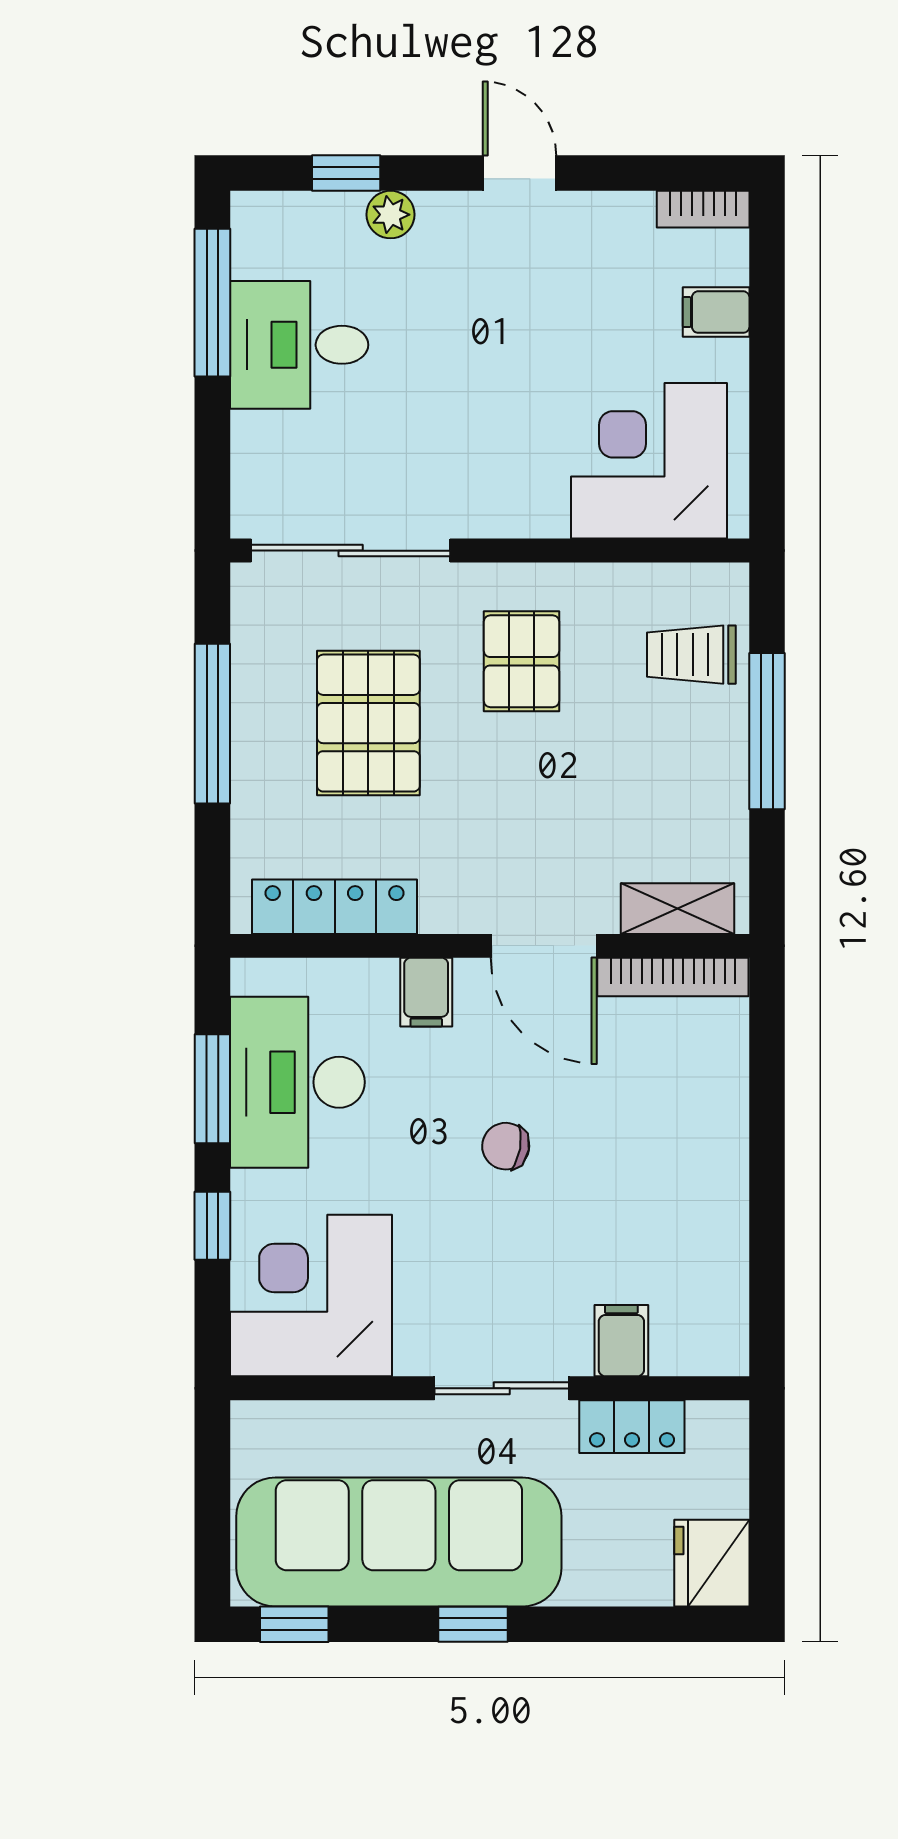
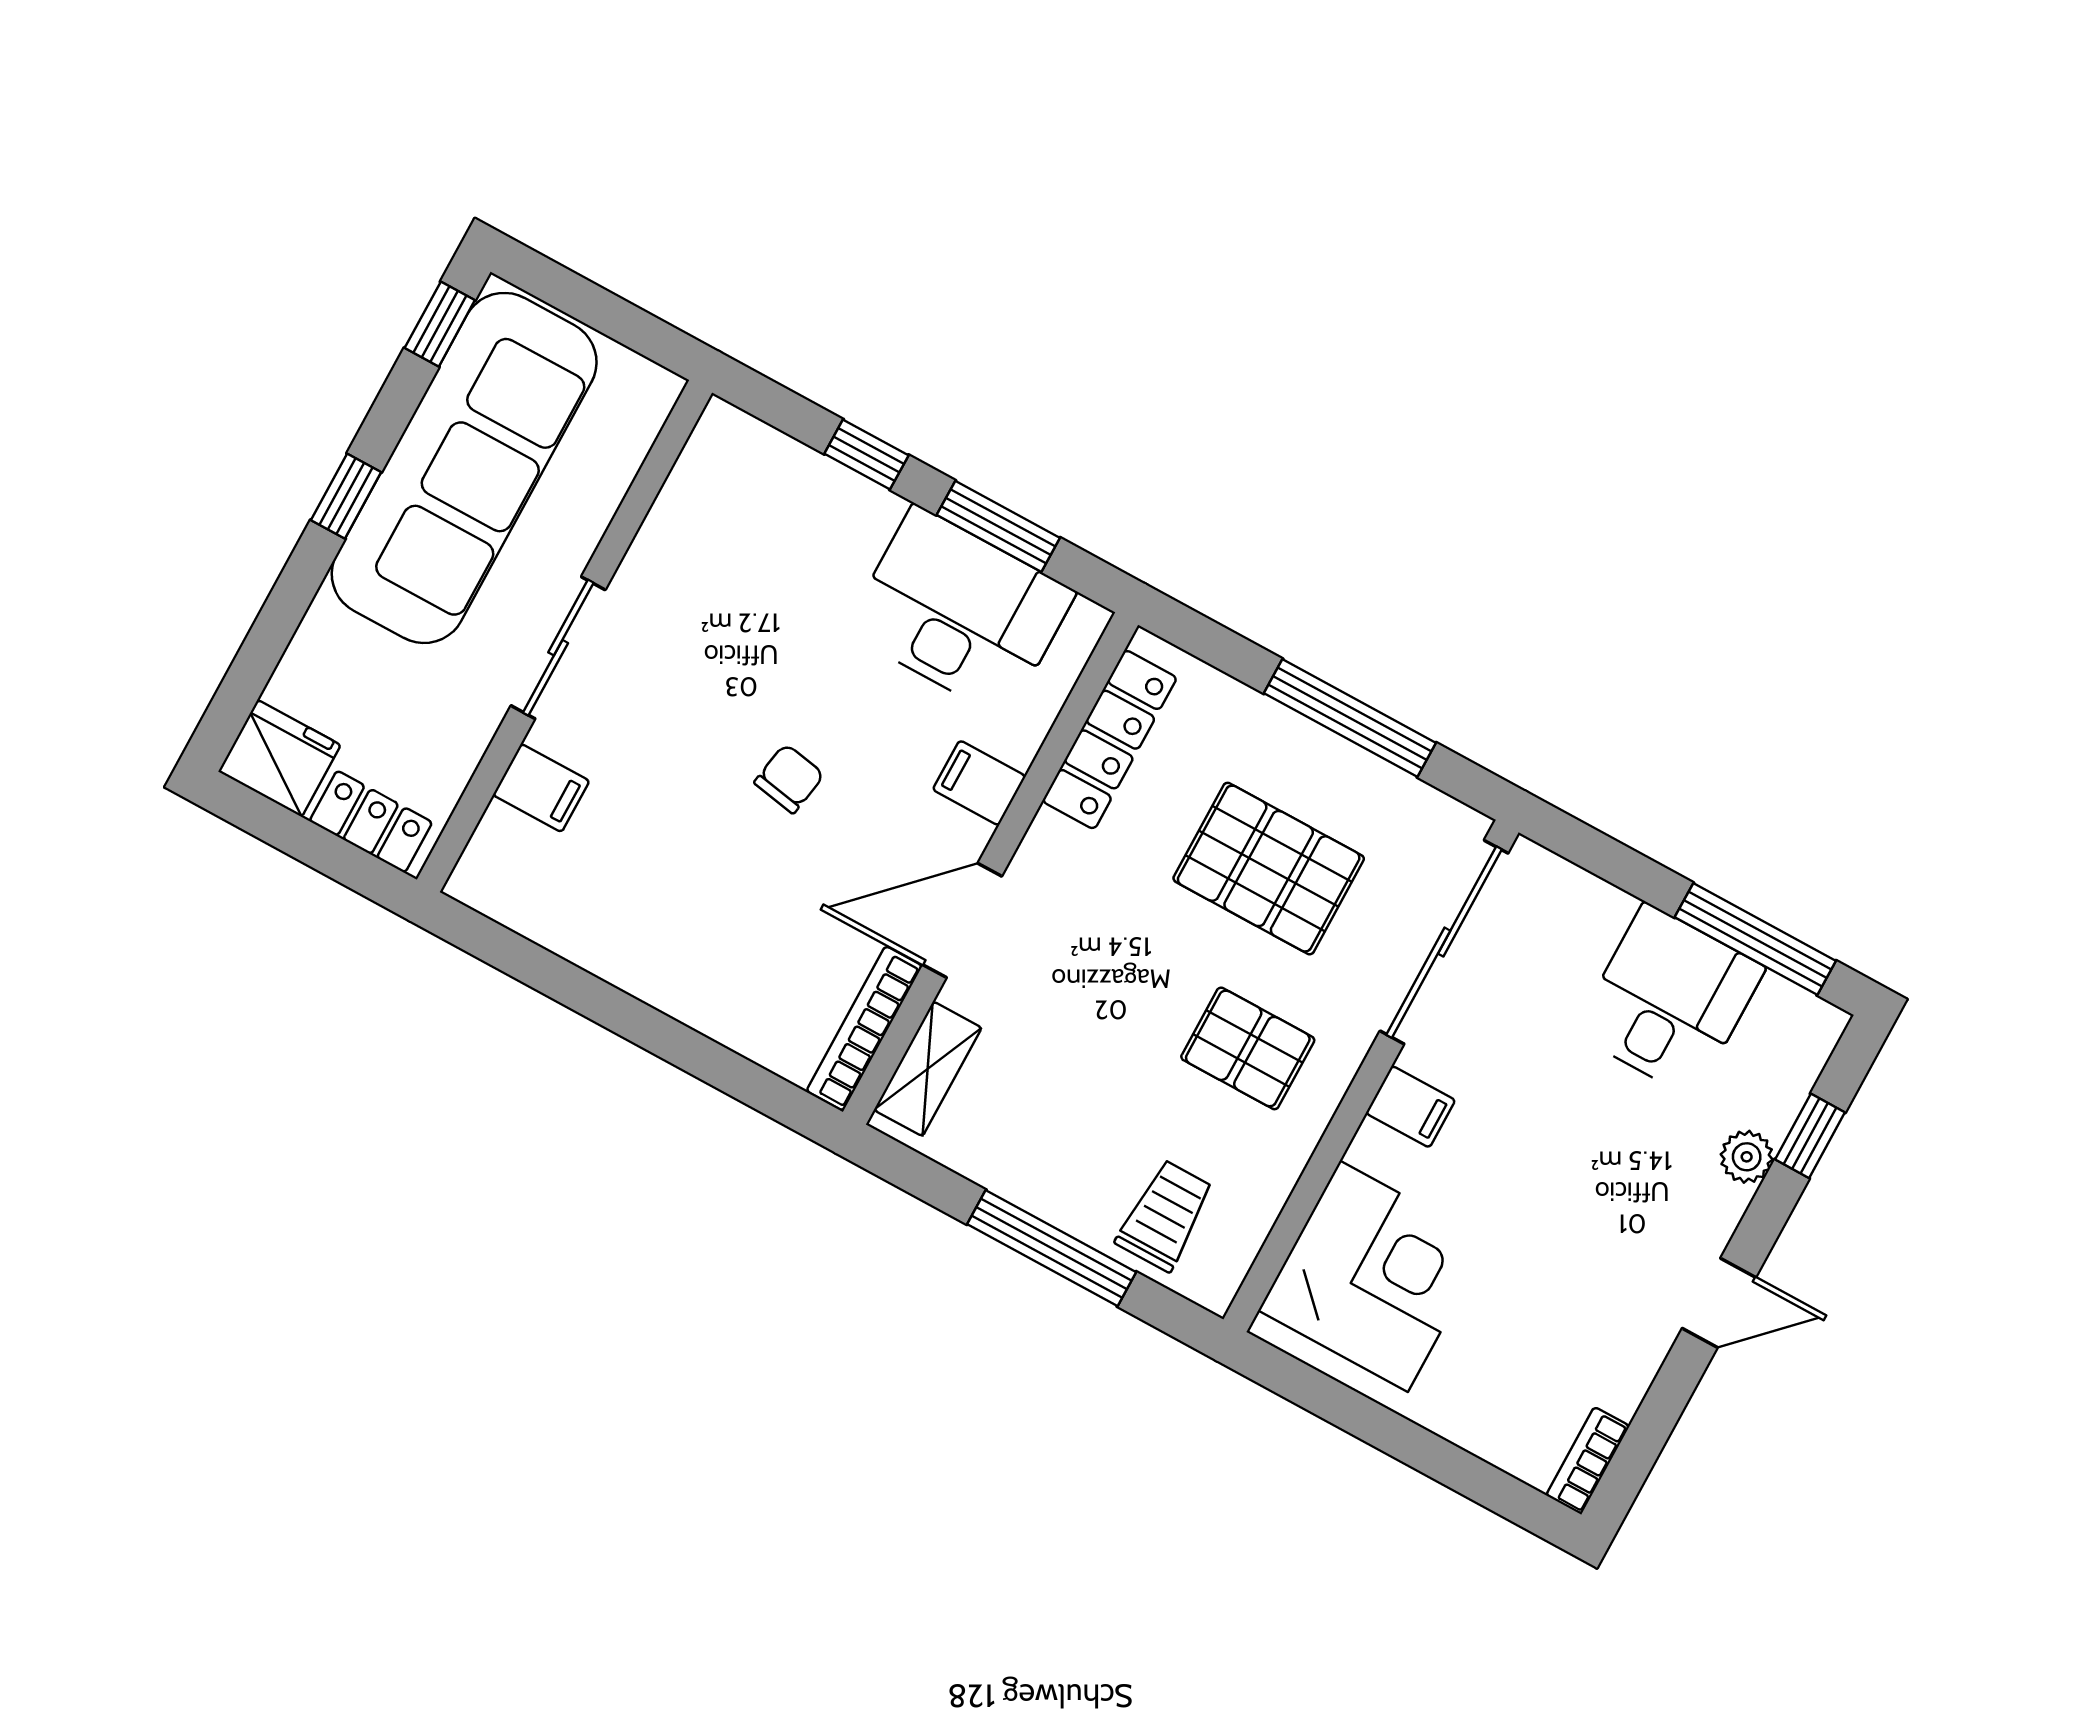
filing cabinet: (716, 312) -> (1411, 1107), moved, turned 90
corner desk: (311, 1296) -> (748, 513), removed
locker: (632, 1427) -> (371, 822), moved, turned 90

